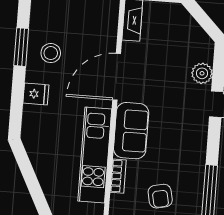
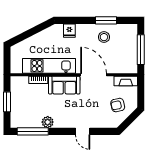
plant: (202, 73) -> (48, 122), moved
fridge: (36, 94) -> (69, 31), moved
armchair: (160, 196) -> (118, 105), moved

